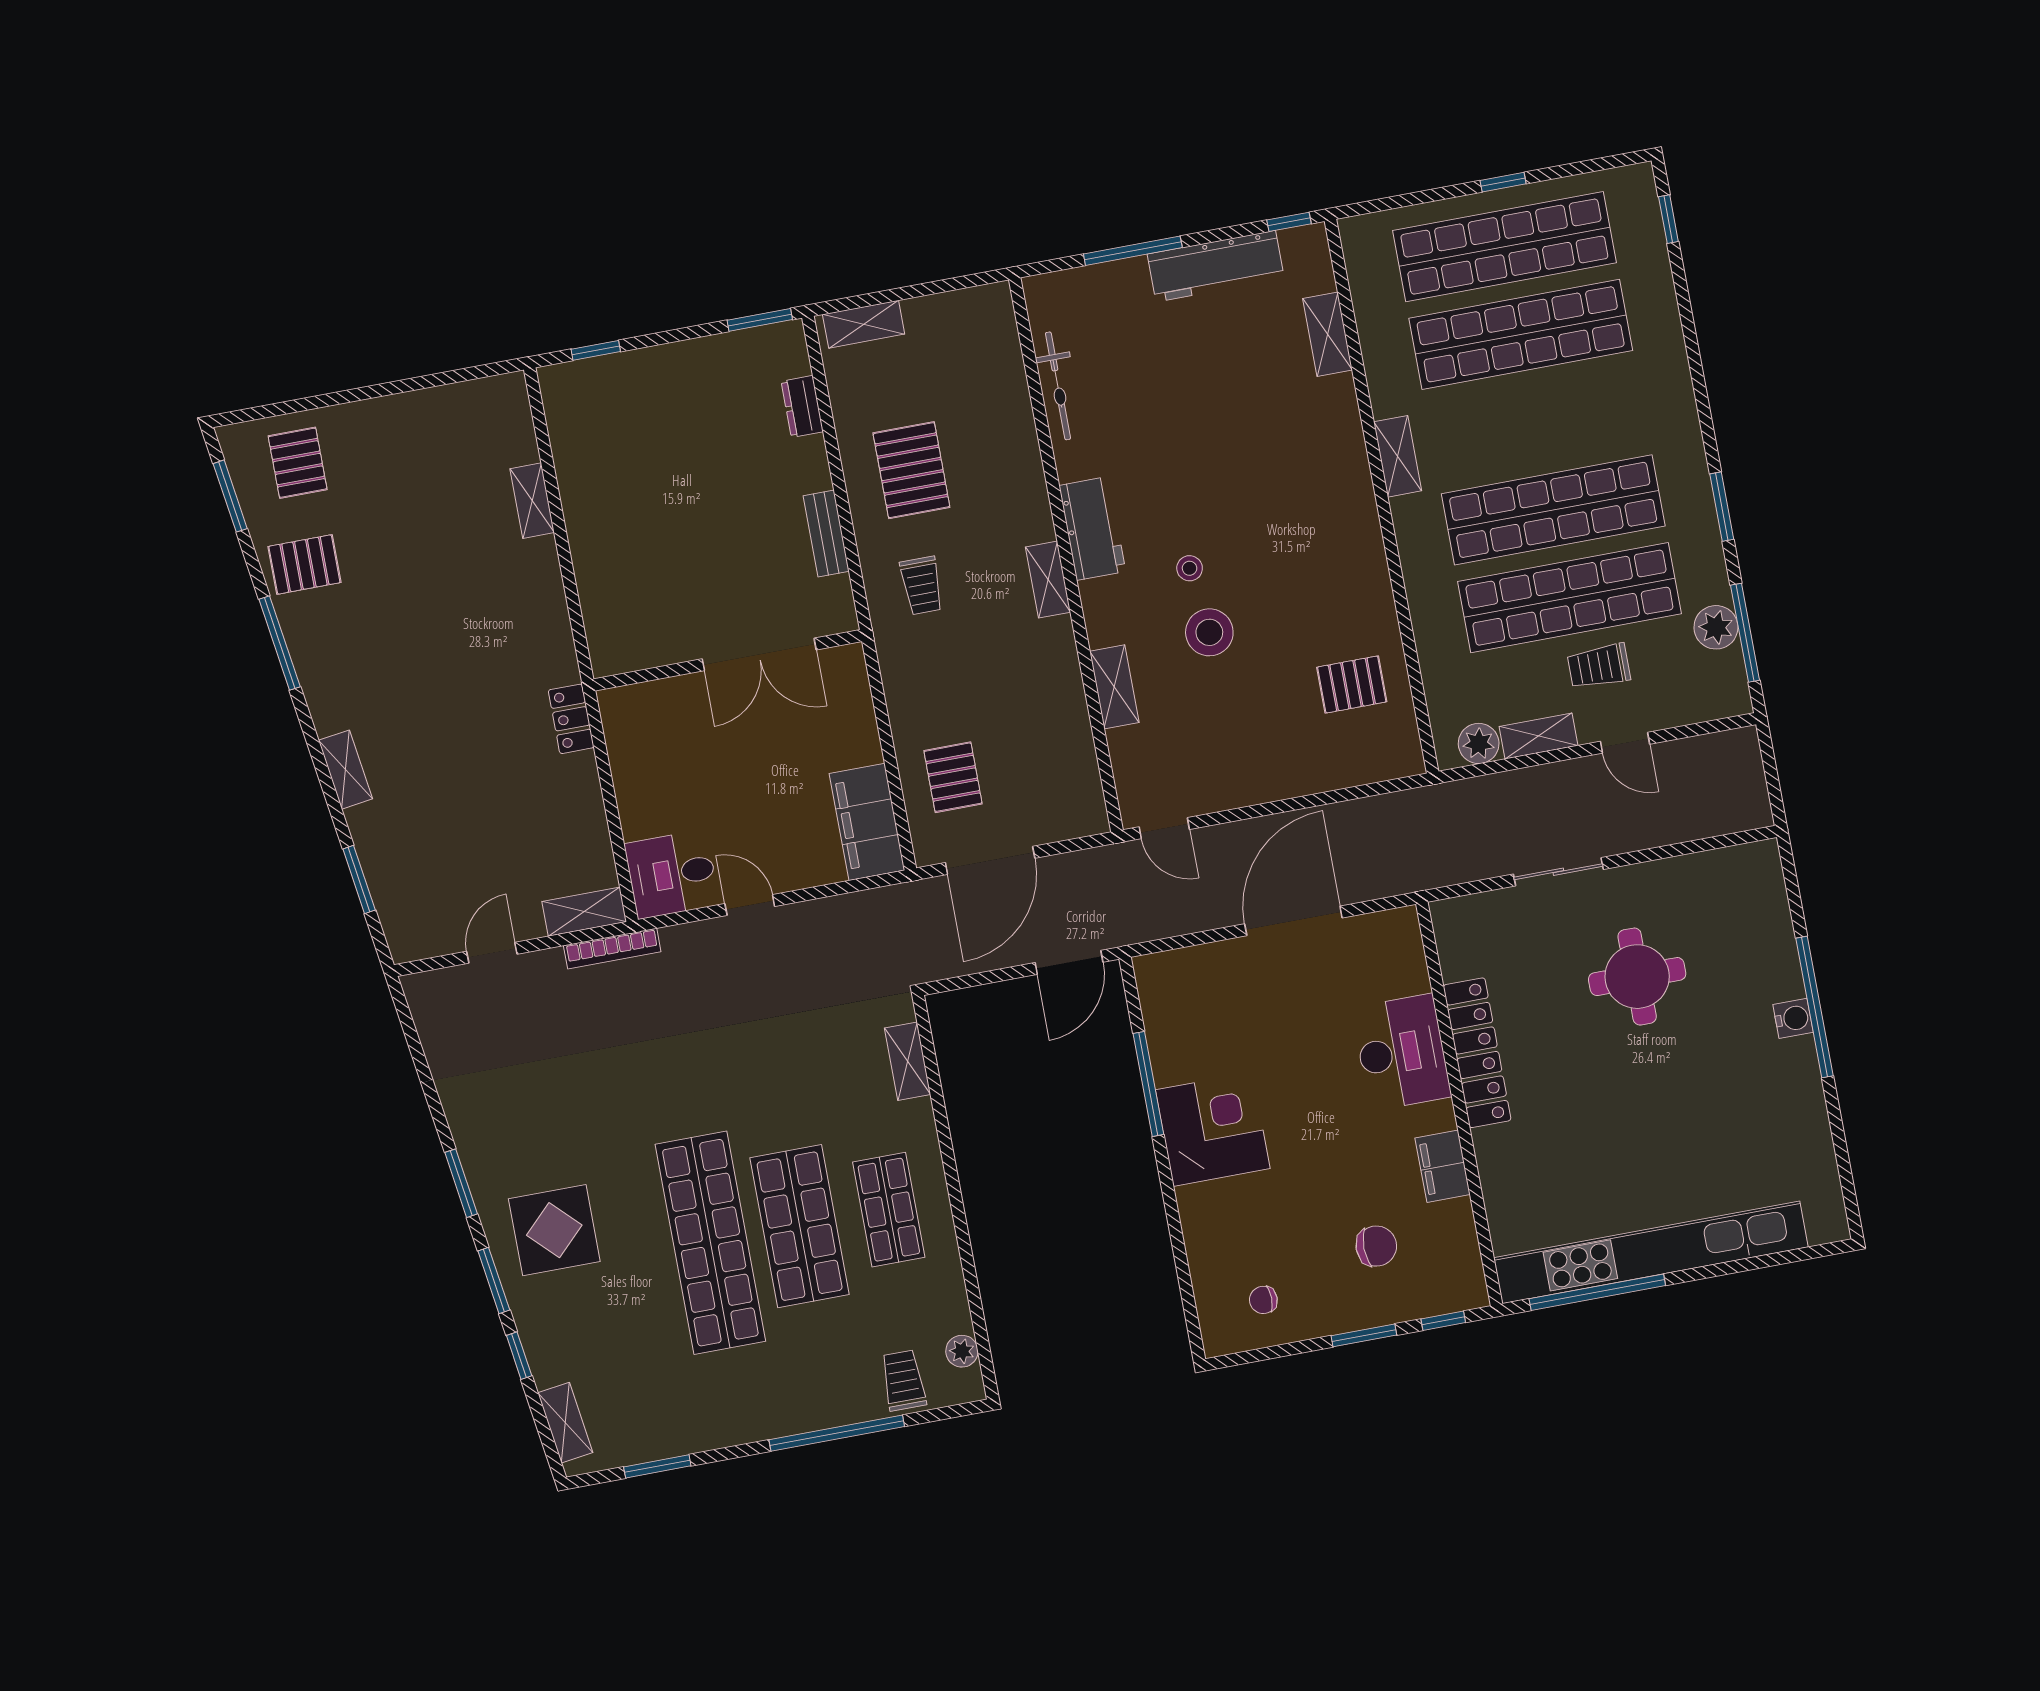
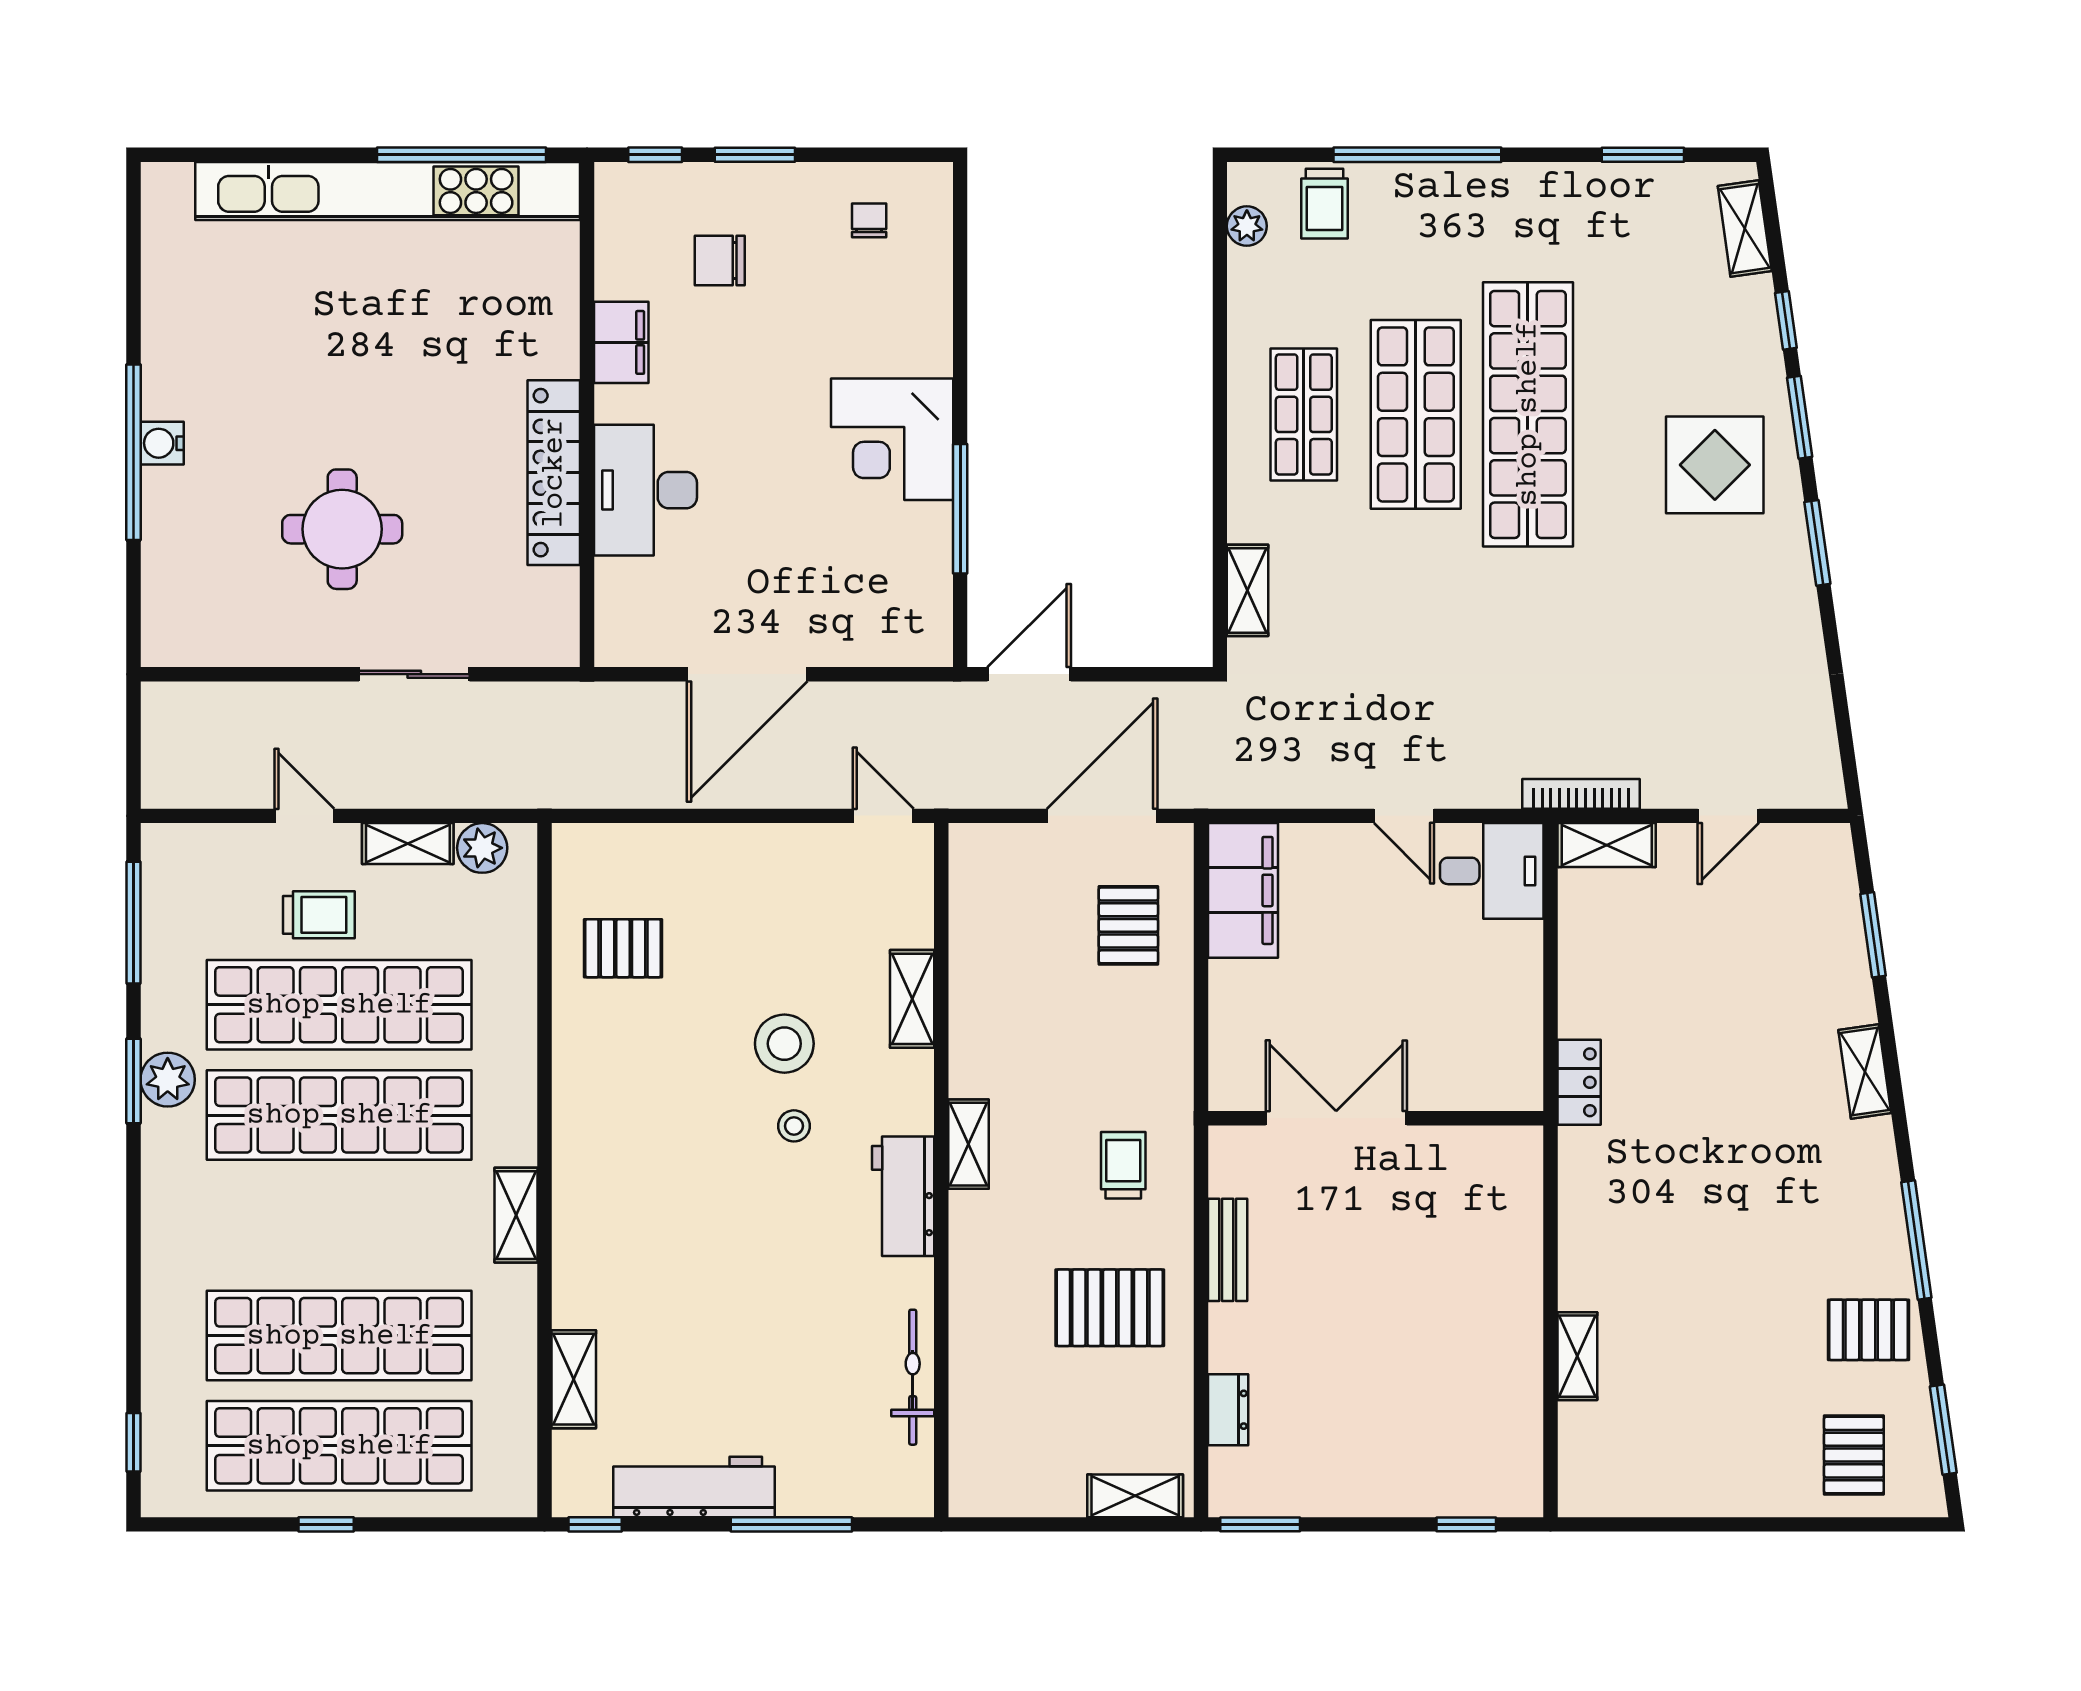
pallet: (911, 470) -> (1110, 1308), turned 90
plant: (1716, 627) -> (168, 1080), moved
chair: (1263, 1300) -> (869, 220), turned -90

